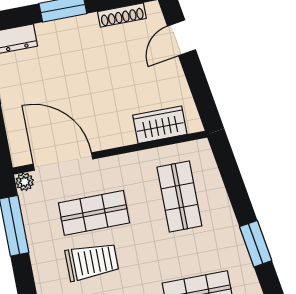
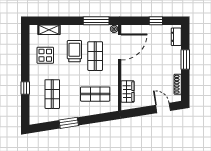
trolley: (92, 262) -> (74, 51), turned 180

